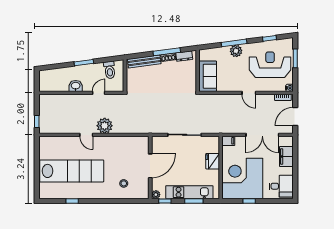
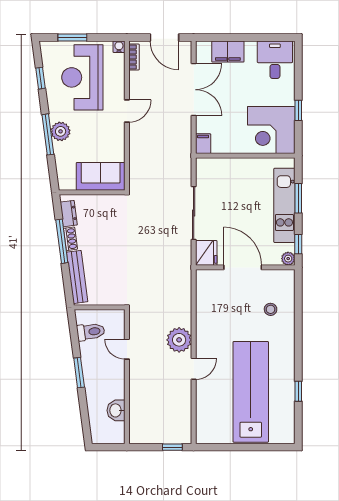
washbasin: (76, 86) -> (116, 410), moved
fridge: (213, 161) -> (206, 253), moved, turned -90
corner desk: (242, 178) -> (271, 130), width x0.74, depth x0.74

